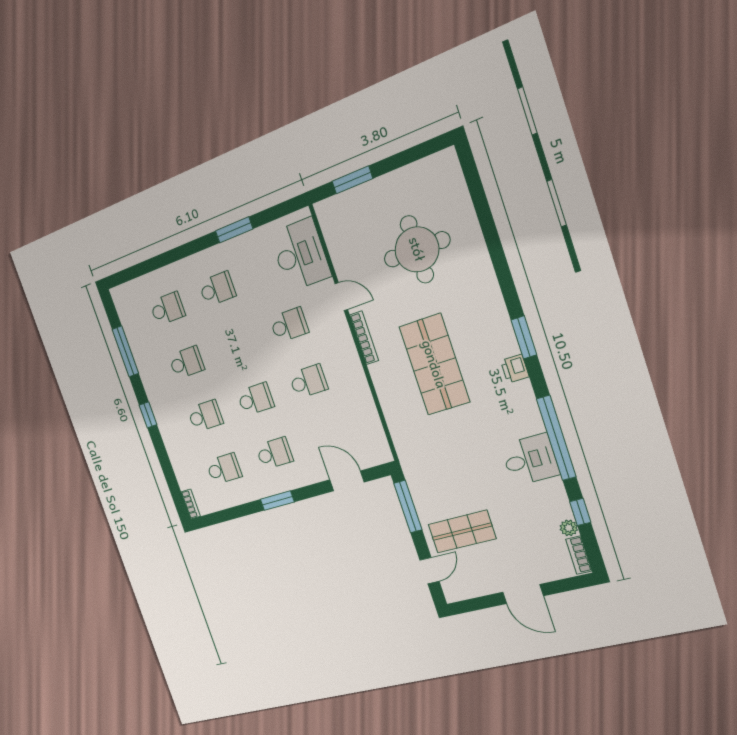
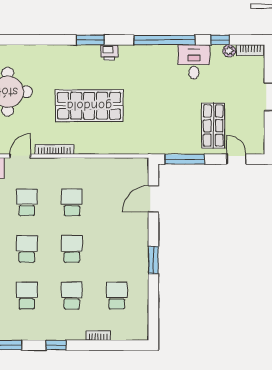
school desk: (274, 453) -> (27, 249), moved
desk: (530, 460) -> (194, 62), moved
bookcase: (191, 504) -> (98, 335), moved

